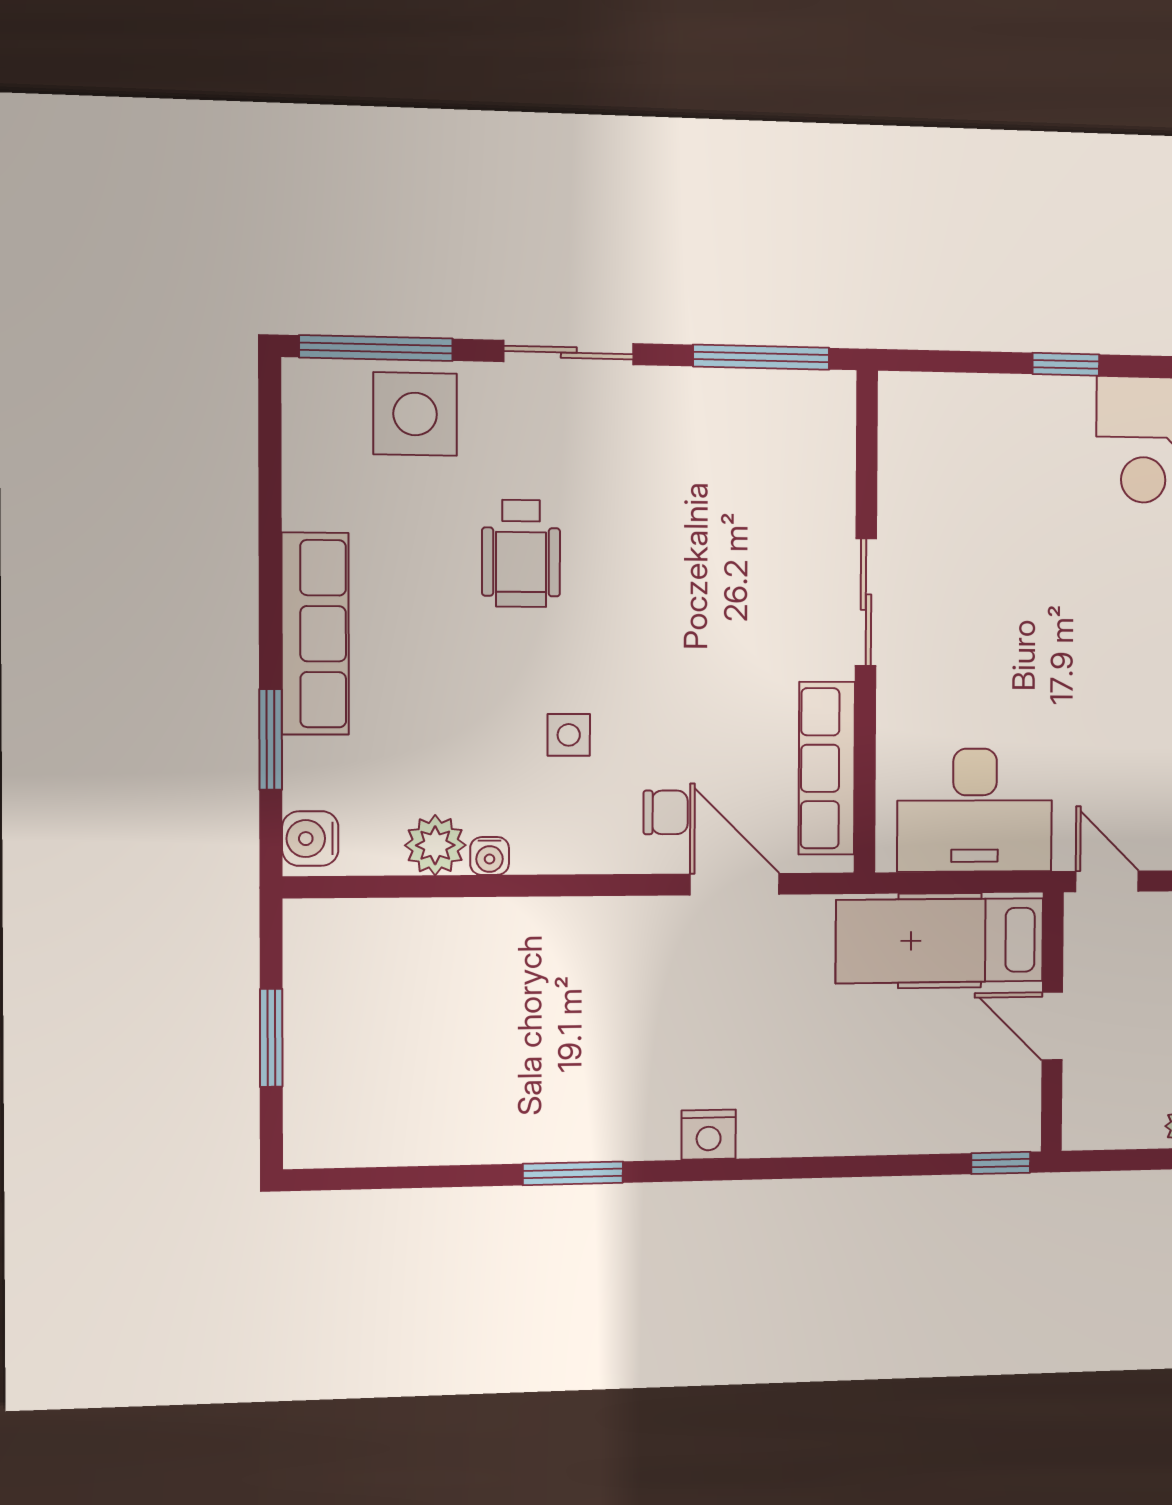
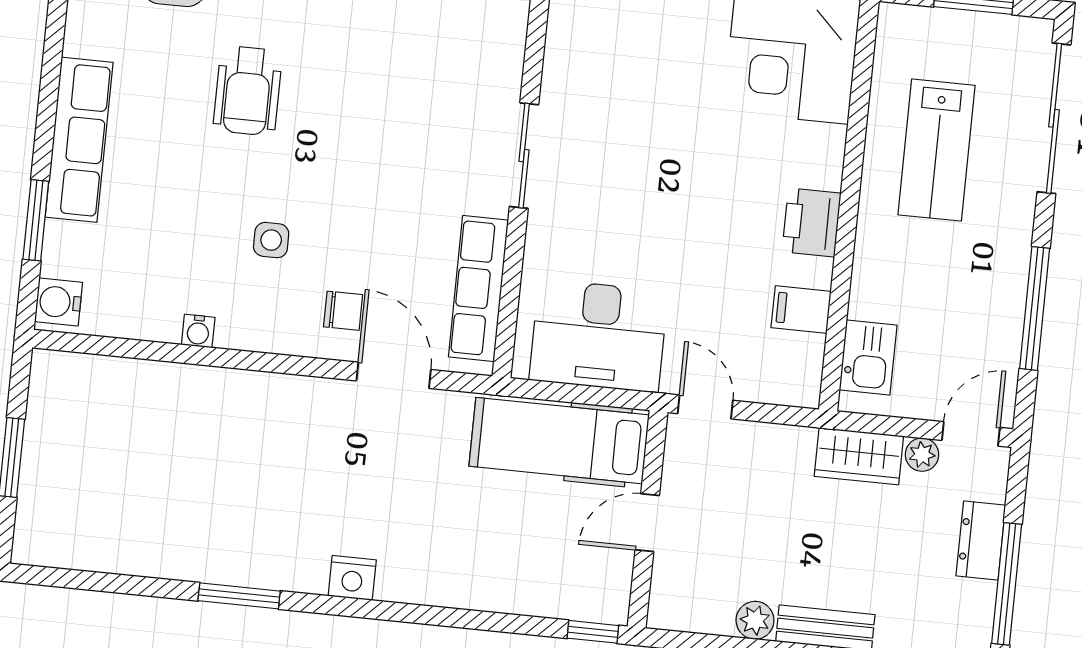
plant: (435, 845) -> (156, 318), removed
door: (1052, 1026) -> (647, 523), hinge flipped

